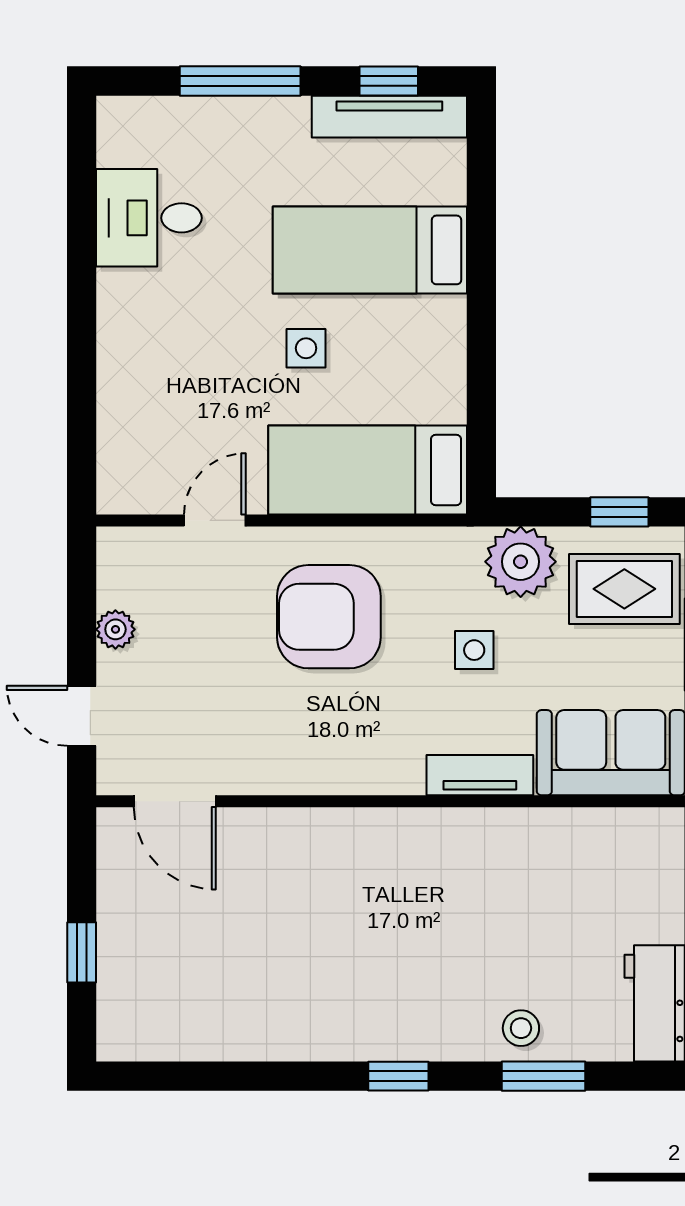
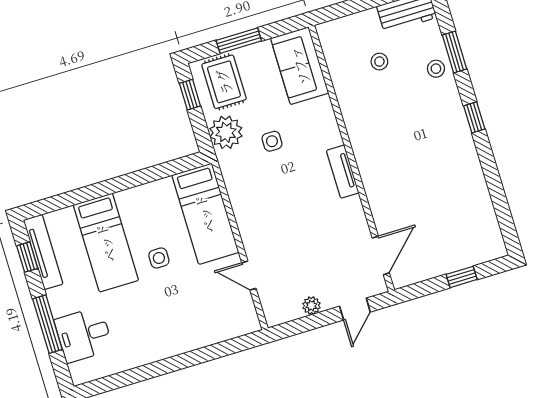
desk: (149, 218) -> (84, 335), moved, turned 90
armchair: (329, 617) -> (277, 211), removed
tv unit: (480, 775) -> (343, 172), moved
stool: (570, 918) -> (379, 62), added

